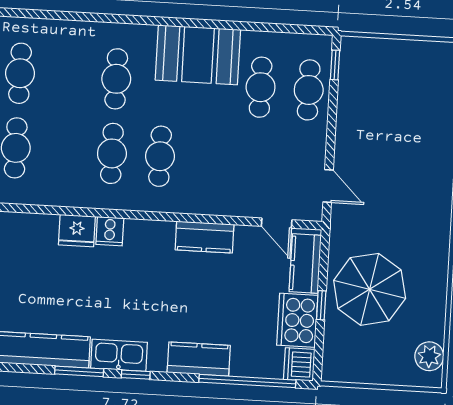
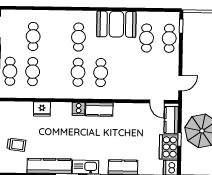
door: (328, 186) -> (180, 83), hinge flipped
fridge: (77, 231) -> (42, 109), moved
kitchen counter: (205, 237) -> (99, 109), moved

